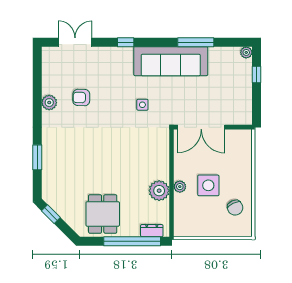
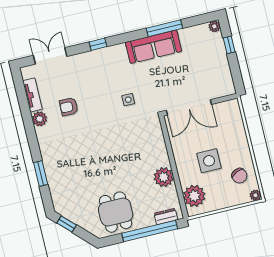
sofa: (171, 61) -> (153, 47), width x0.74, depth x0.79
tv unit: (48, 77) -> (32, 95), added
plant: (180, 187) -> (194, 196), moved, width x1.87, depth x1.87
plant: (246, 231) -> (255, 195), added

